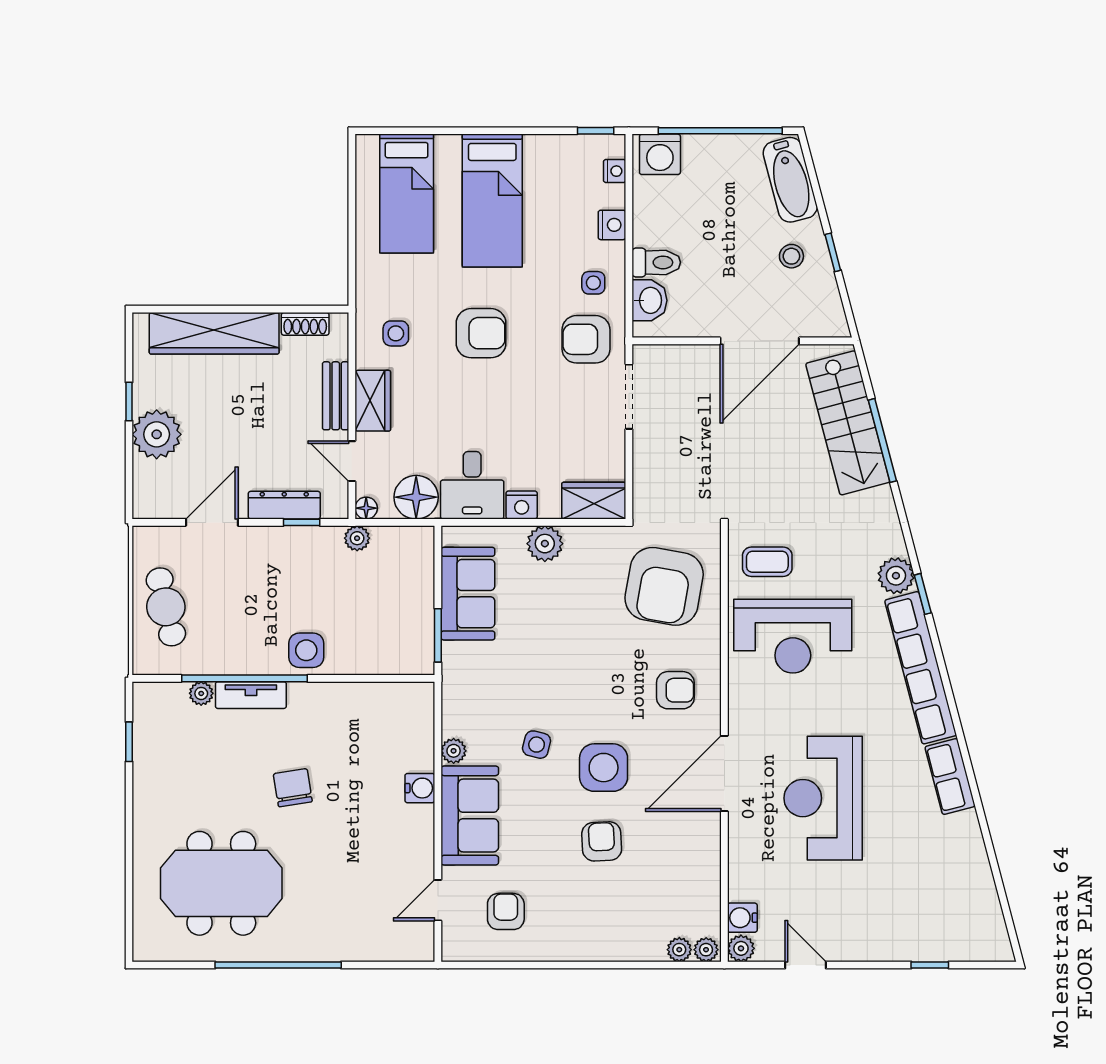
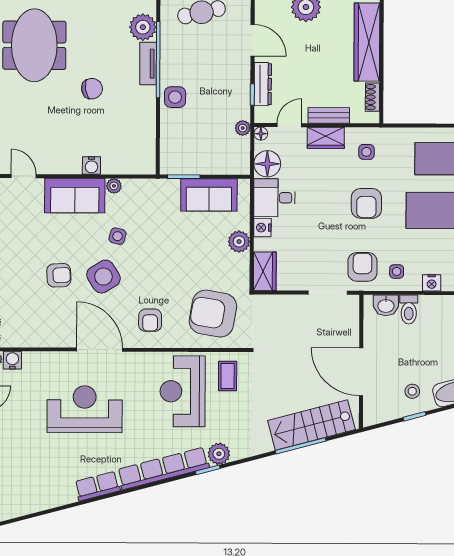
plant: (201, 693) -> (143, 27), width x1.88, depth x1.88
side table: (604, 768) -> (103, 277), turned -32
armchair: (506, 911) -> (17, 217), removed

